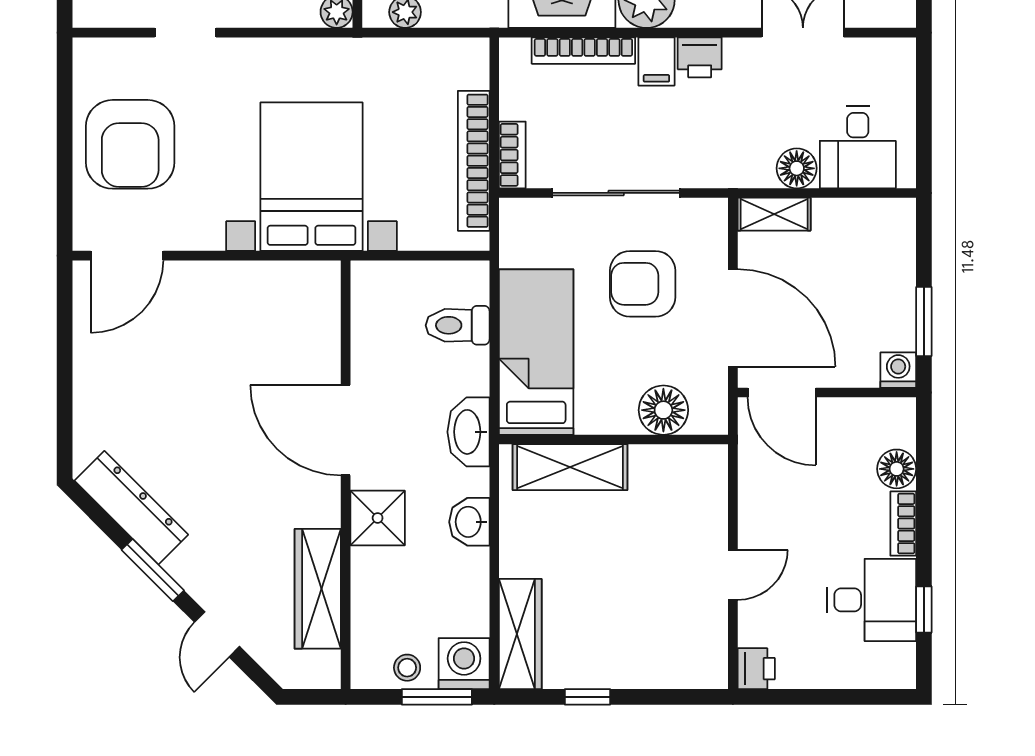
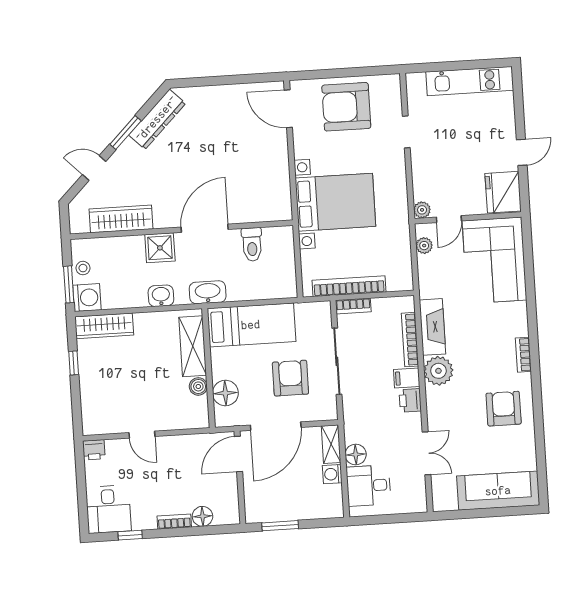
toilet: (458, 325) -> (252, 244), moved, turned 180
washing machine: (898, 370) -> (332, 474), moved, turned 180
boiler: (648, 461) -> (198, 386), added
desk: (872, 600) -> (108, 509), moved

